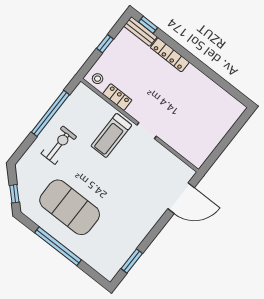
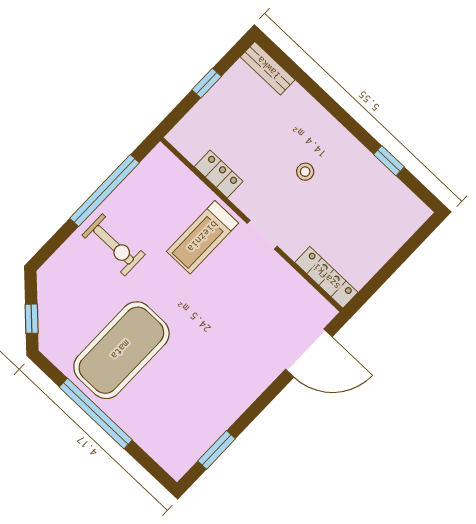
window: (148, 25) -> (389, 161), moved
locker: (170, 55) -> (326, 277), moved, turned 180
stool: (98, 79) -> (305, 172), moved
exercise bike: (59, 145) -> (114, 245), turned 90
exercise mat: (70, 207) -> (121, 350), turned 90

